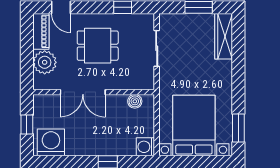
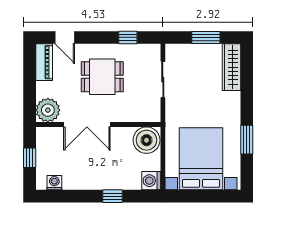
plant: (45, 62) -> (48, 110), moved
boiler: (135, 101) -> (147, 140), width x1.86, depth x1.86
window: (238, 128) -> (247, 140), moved
washing machine: (51, 142) -> (54, 183), width x0.53, depth x0.53

